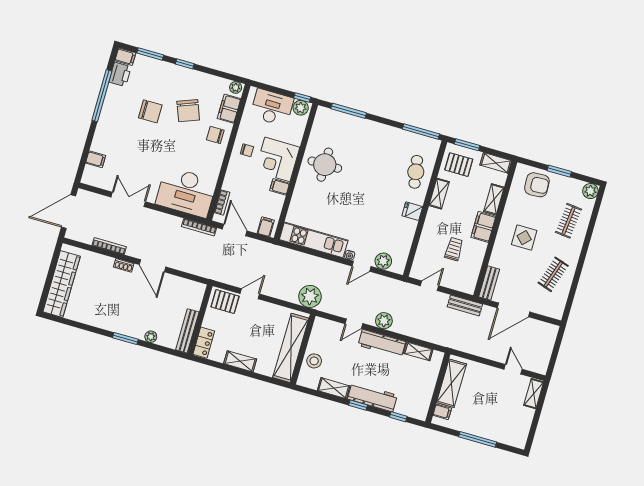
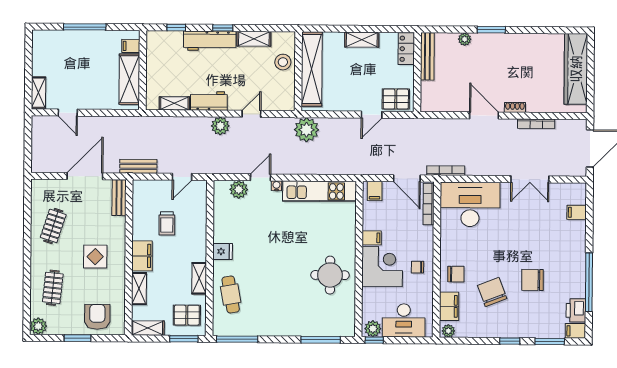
armchair: (537, 185) -> (97, 317), turned 93
bookcase: (222, 202) -> (429, 204), width x1.56
workbench: (382, 343) -> (209, 101), width x0.73

